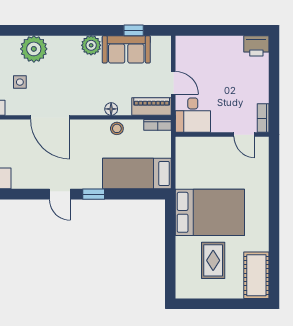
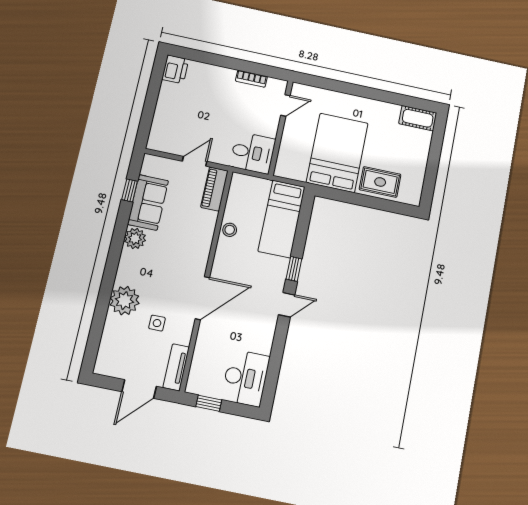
floor lamp: (111, 109) -> (208, 232), removed
desk: (193, 114) -> (253, 153), moved
bookcase: (158, 125) -> (235, 187), removed
wall: (222, 135) -> (281, 128), moved
door: (244, 135) -> (285, 105), moved
rug: (213, 260) -> (380, 182), moved
cot: (256, 275) -> (418, 118), width x0.73, depth x0.75

